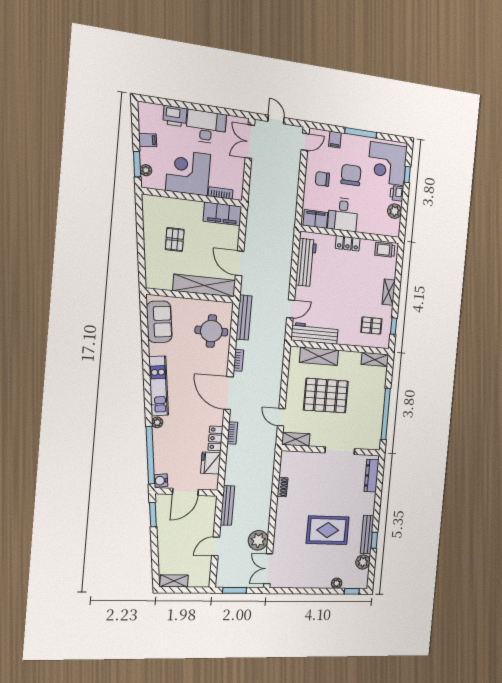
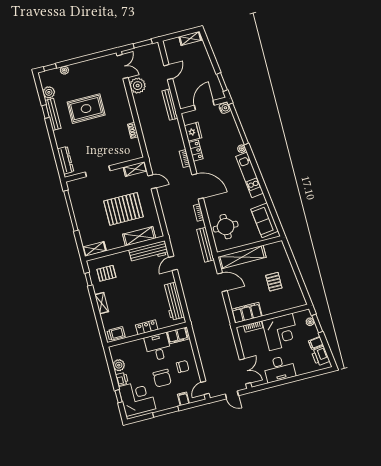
printer: (175, 116) -> (320, 356), moved, turned -97

